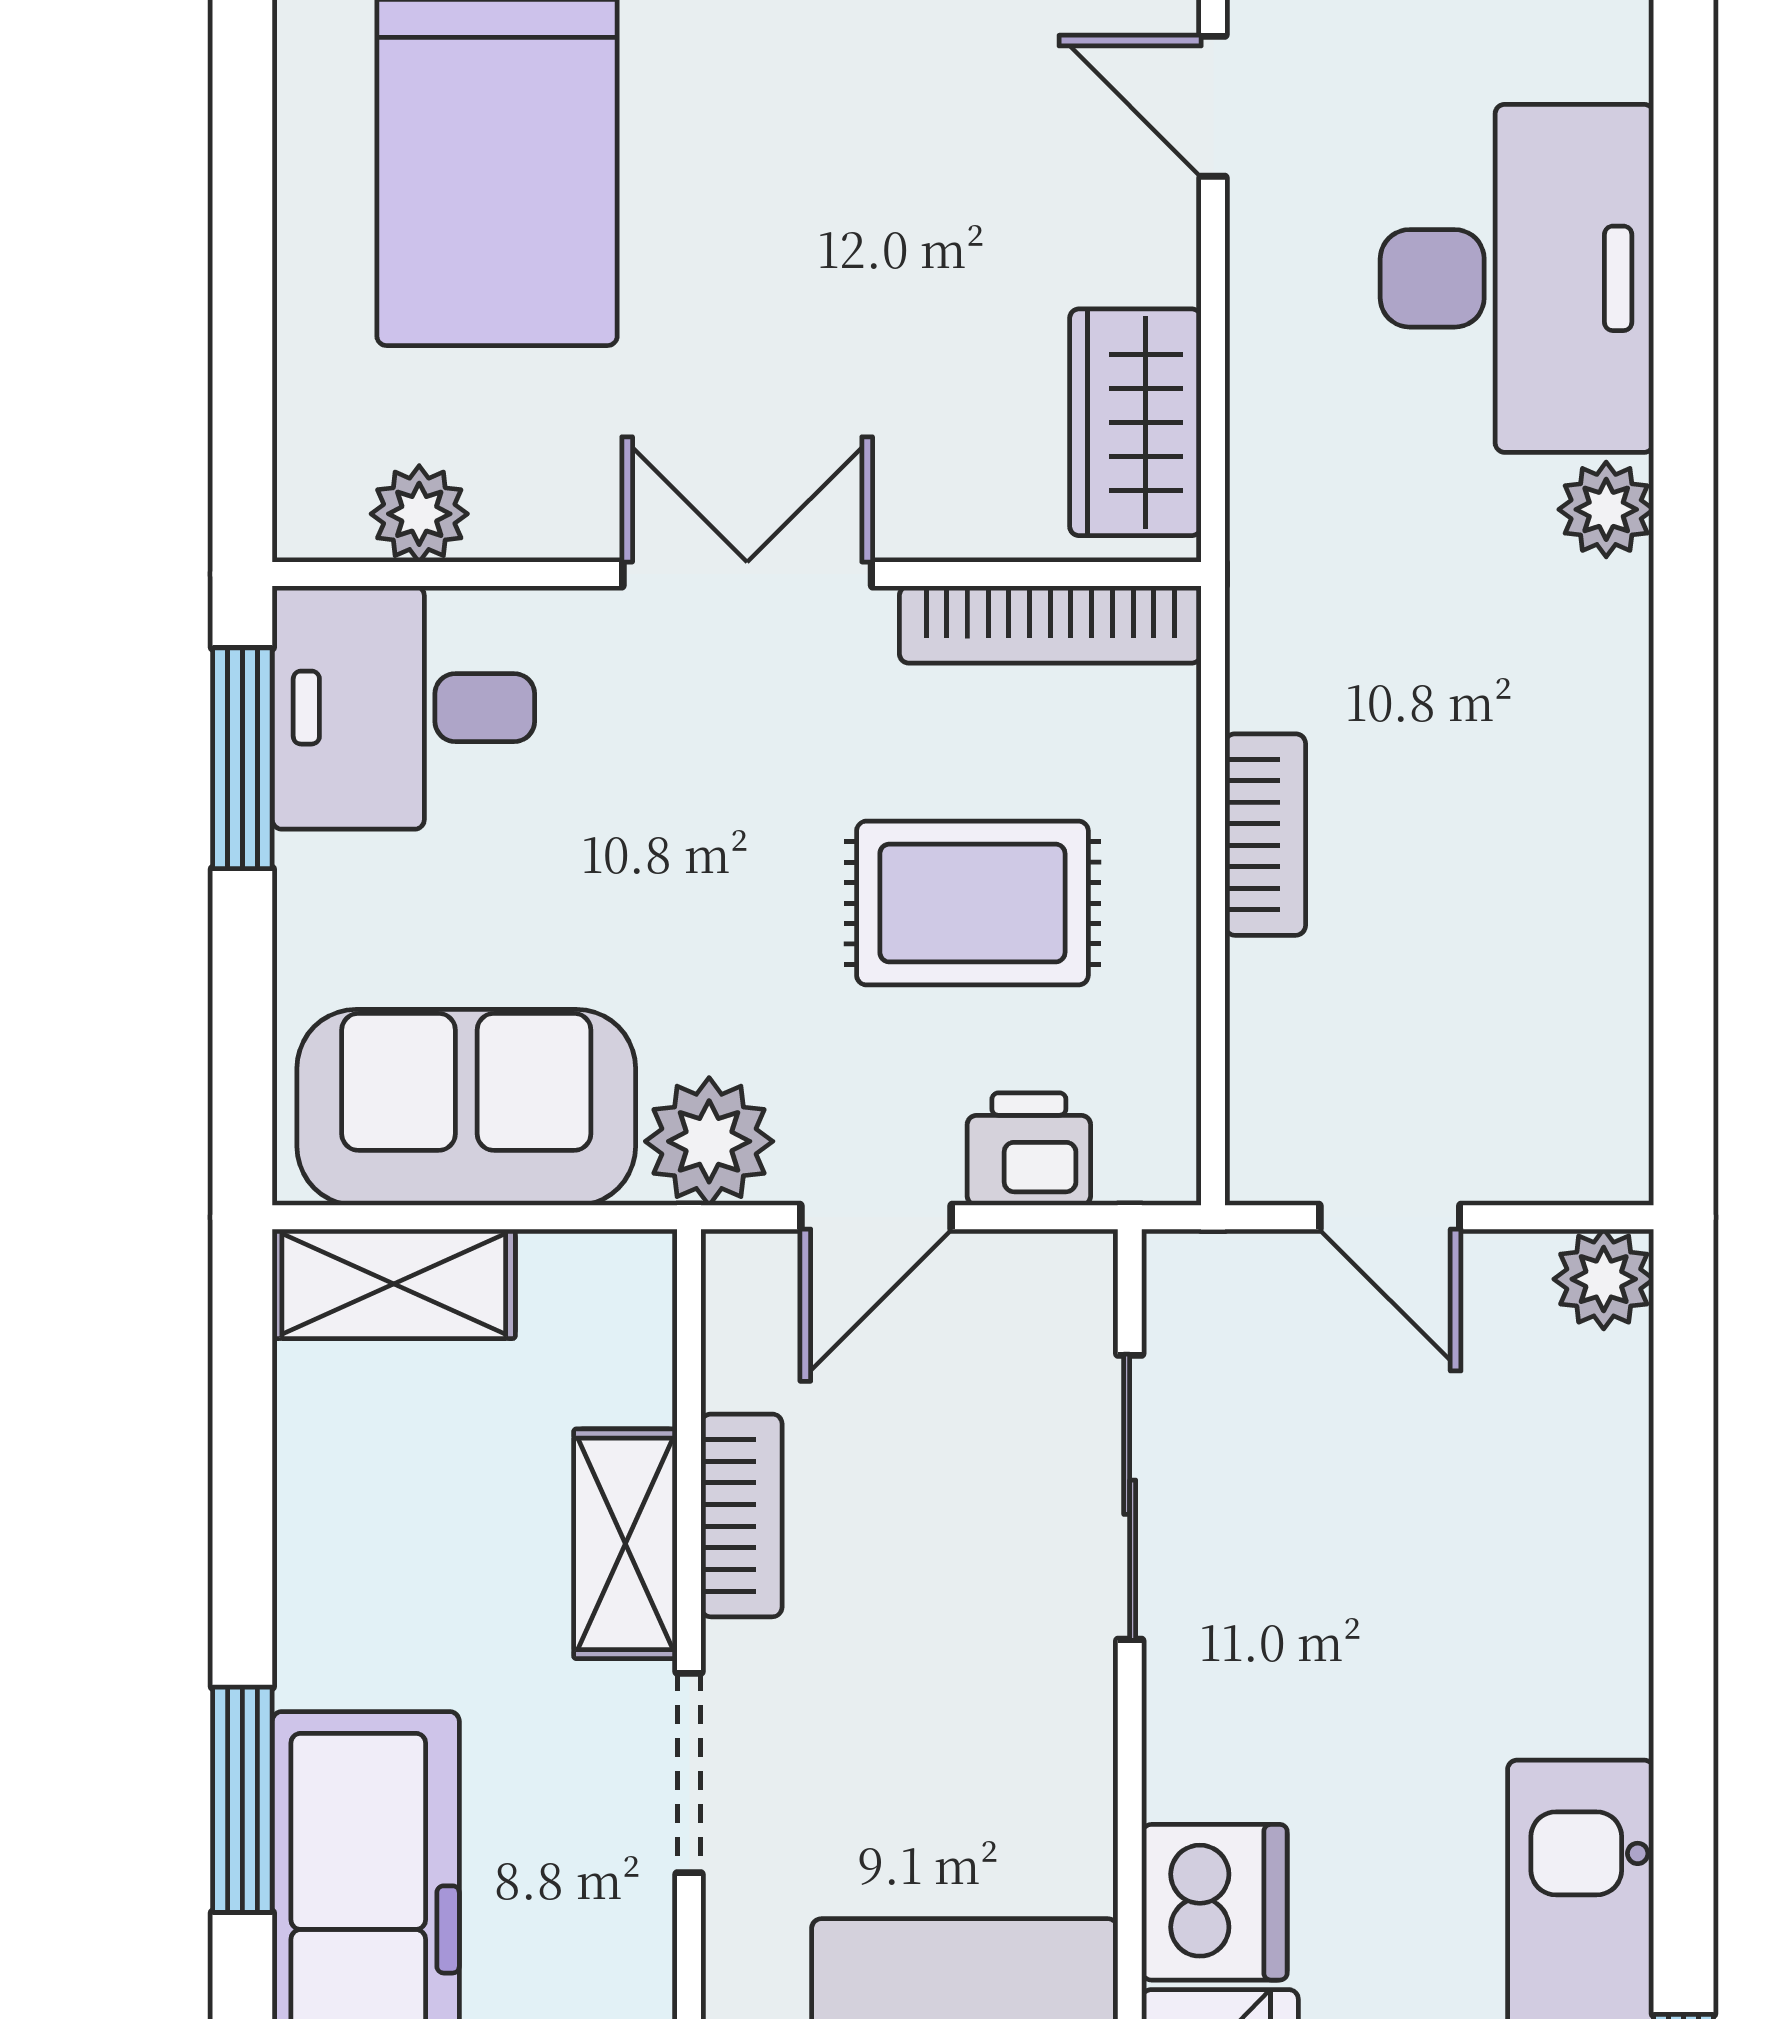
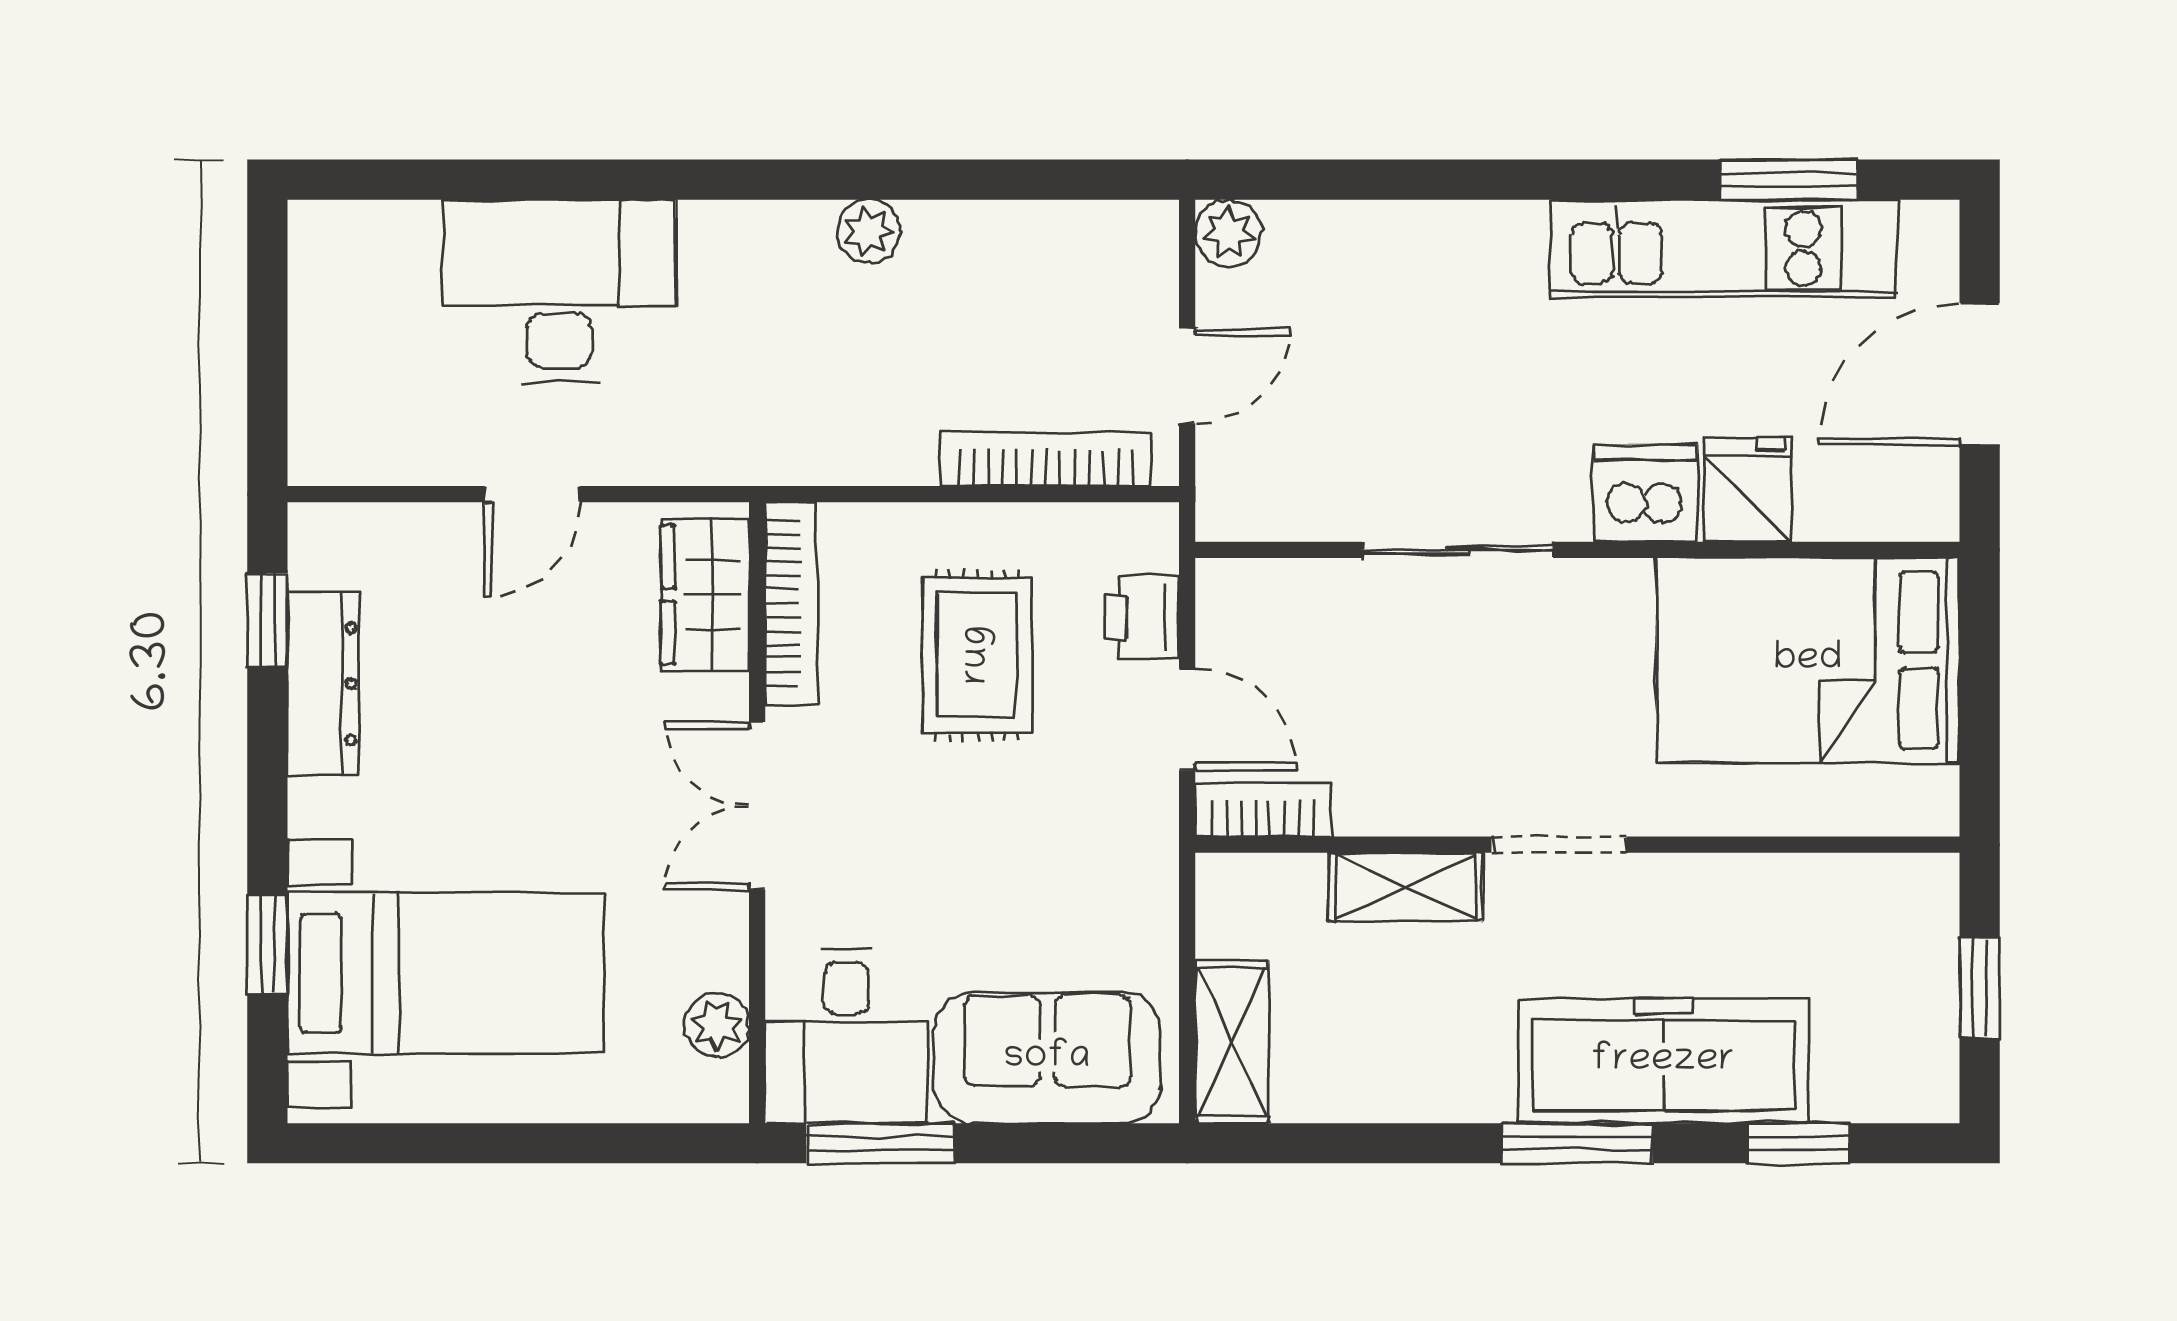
door: (1213, 106) -> (532, 494), moved
wardrobe: (1135, 422) -> (705, 595), moved, turned 90
plant: (1606, 509) -> (868, 231), moved
bookcase: (1265, 835) -> (1046, 459), moved, width x1.56
sofa: (466, 1107) -> (1047, 1058), moved, turned 90
plant: (709, 1141) -> (1137, 831), removed
sliding door: (1130, 1497) -> (1458, 550), moved
bookcase: (742, 1515) -> (1263, 810), moved

